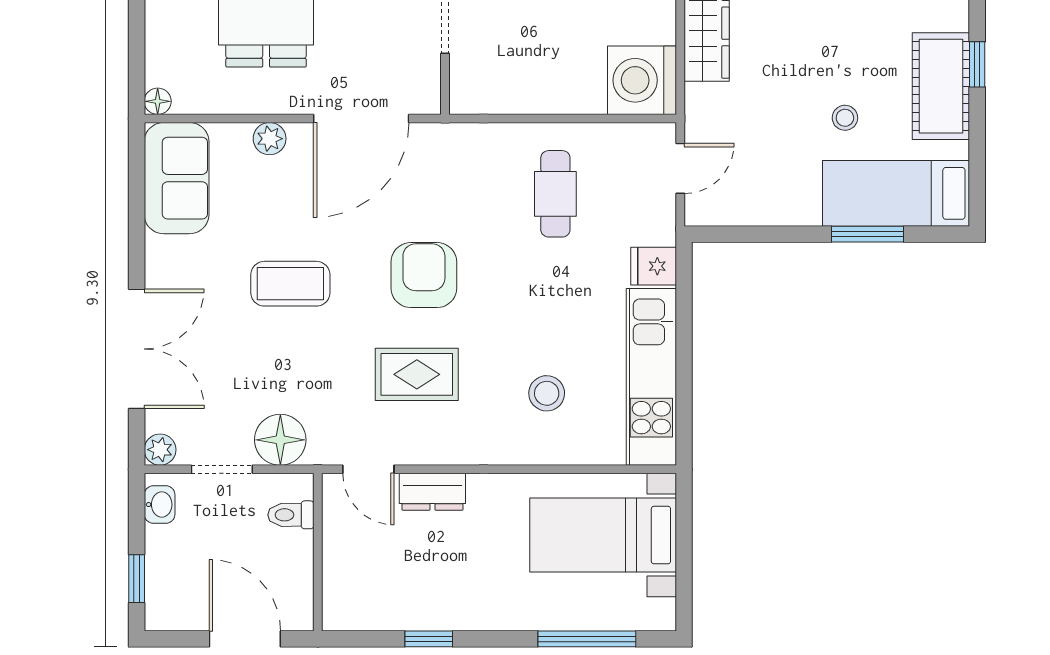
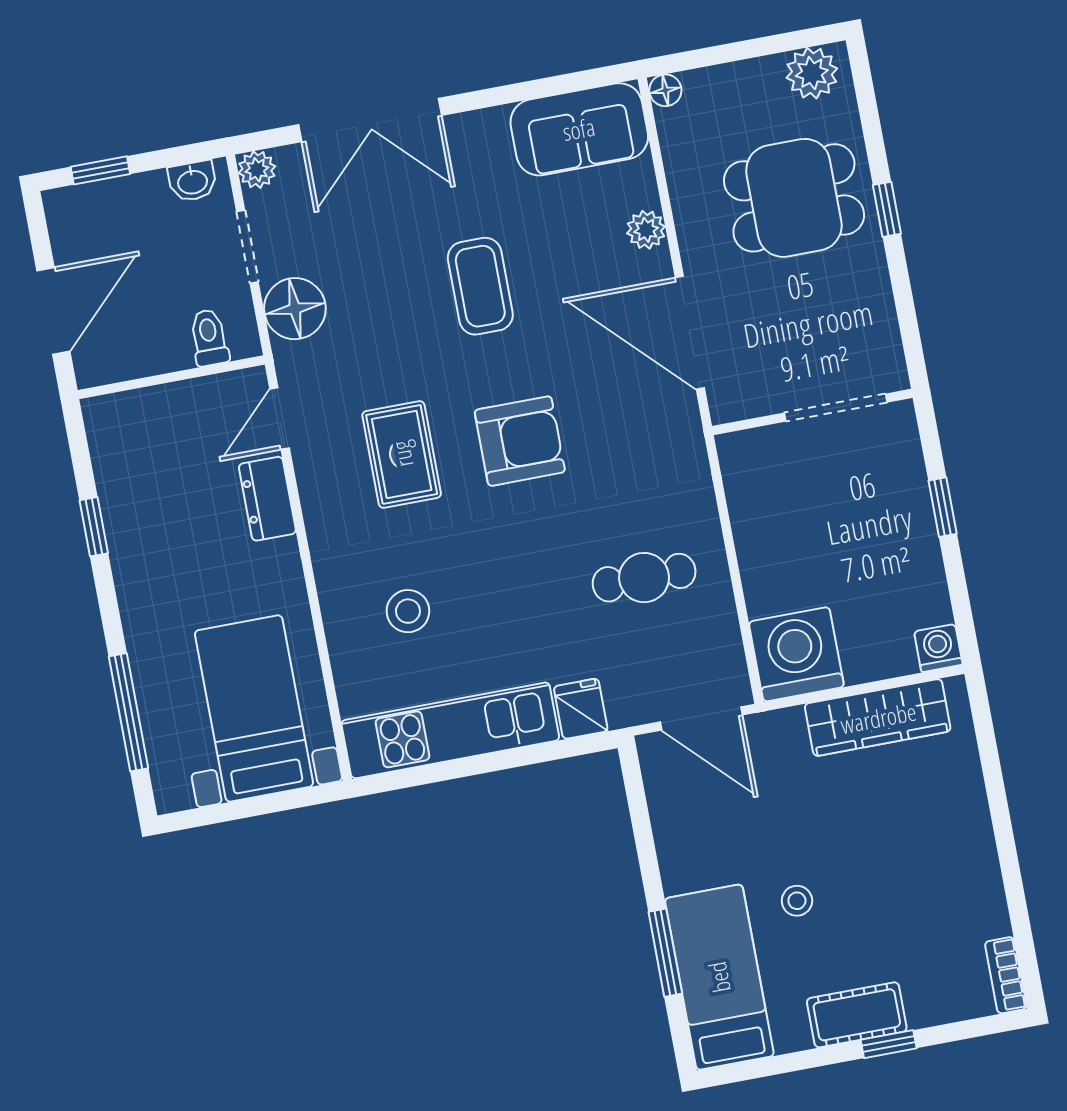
cot: (941, 86) -> (857, 1015), width x0.73, depth x0.75
door: (680, 168) -> (701, 718), width x1.38

